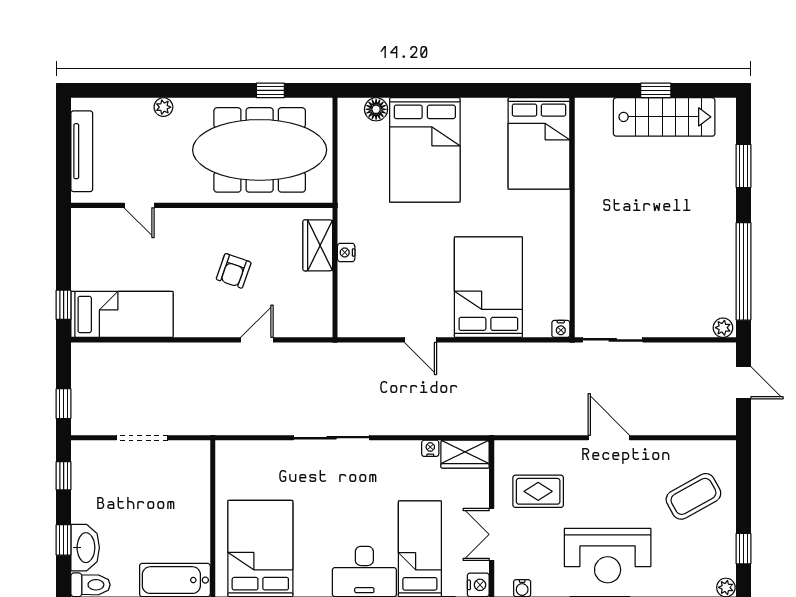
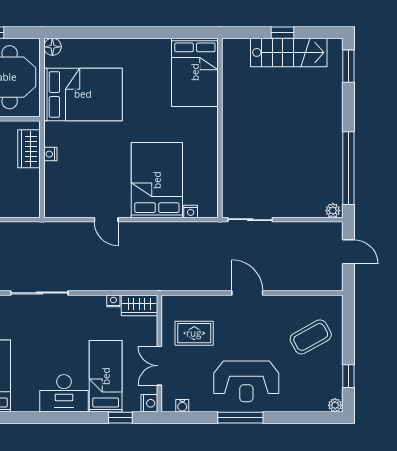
floor lamp: (376, 109) -> (52, 47), moved
bed: (425, 150) -> (83, 94), moved, turned -90
window: (744, 166) -> (348, 66), moved
nightstand: (561, 329) -> (191, 211), moved

